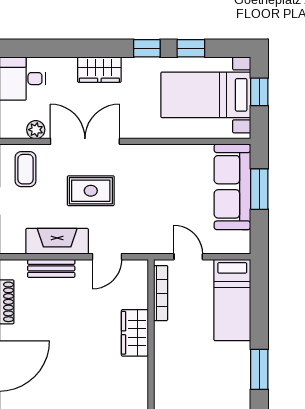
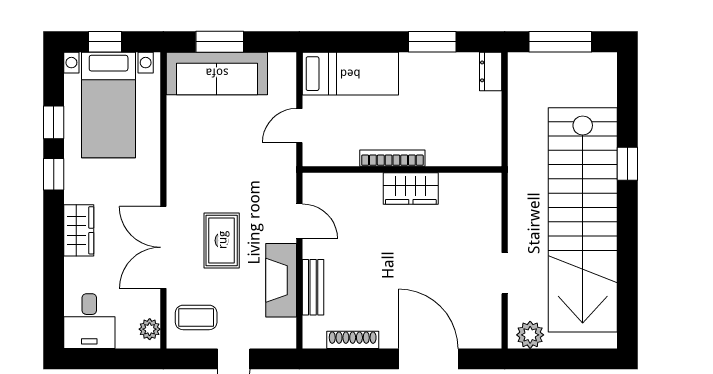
plant: (36, 130) -> (150, 329), moved
bookcase: (161, 293) -> (392, 158), moved
wardrobe: (135, 333) -> (411, 188), moved

